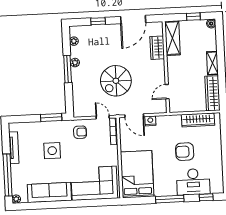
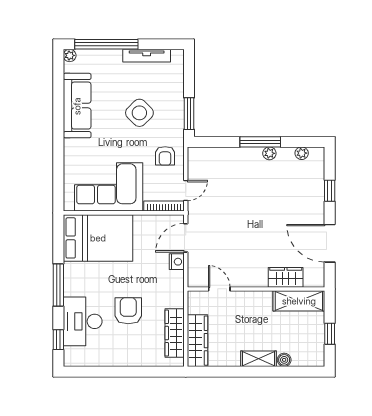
boiler: (211, 24) -> (284, 360), moved
spiral stairs: (116, 81) -> (239, 213), removed
wardrobe: (212, 93) -> (197, 341), moved, turned 90
side table: (52, 151) -> (139, 113), turned 45
corner sofa: (94, 183) -> (109, 187), moved, turned -90

